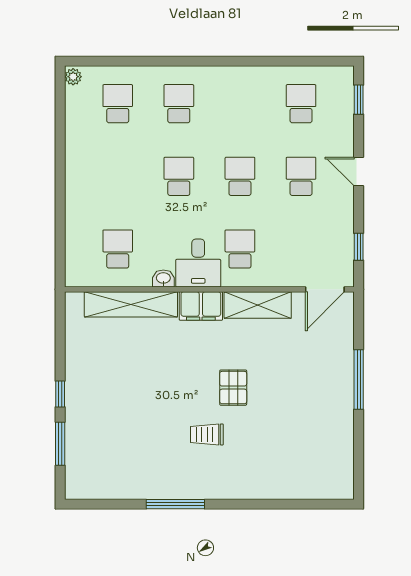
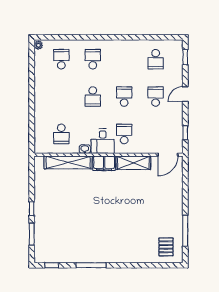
school desk: (301, 104) -> (156, 59), turned 180
door: (359, 172) -> (185, 94), hinge flipped
school desk: (179, 176) -> (93, 97), turned 180
school desk: (118, 249) -> (61, 134), turned 180
window: (359, 379) -> (185, 231), moved
pallet: (233, 388) -> (166, 247), moved
trolley: (207, 434) -> (107, 229), removed
window: (99, 504) -> (52, 265), added

